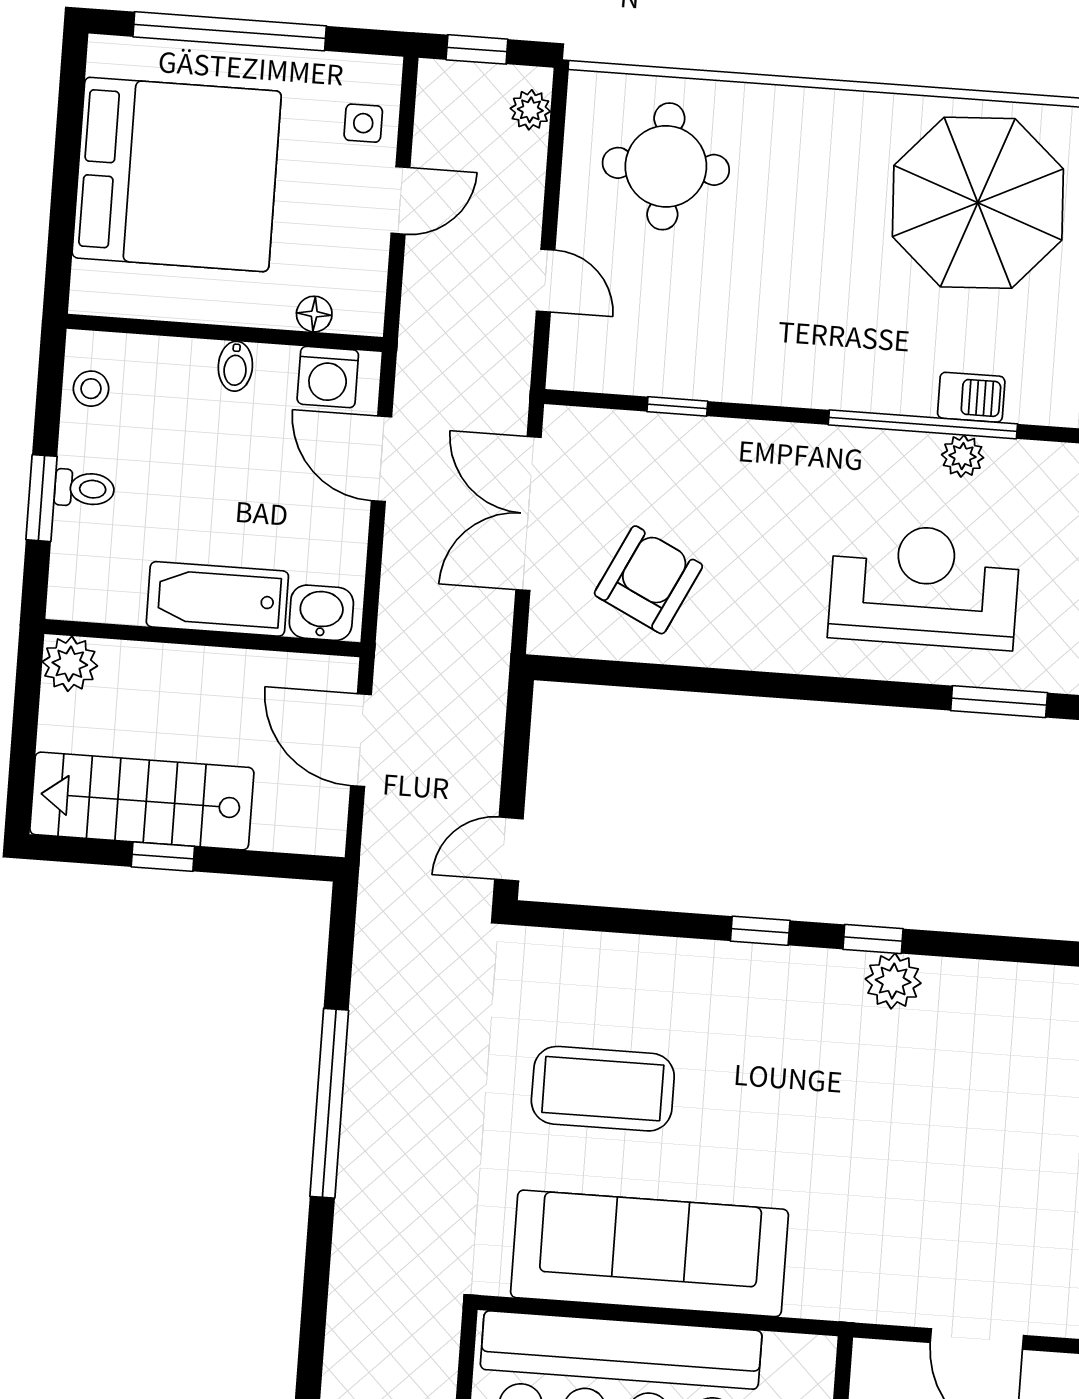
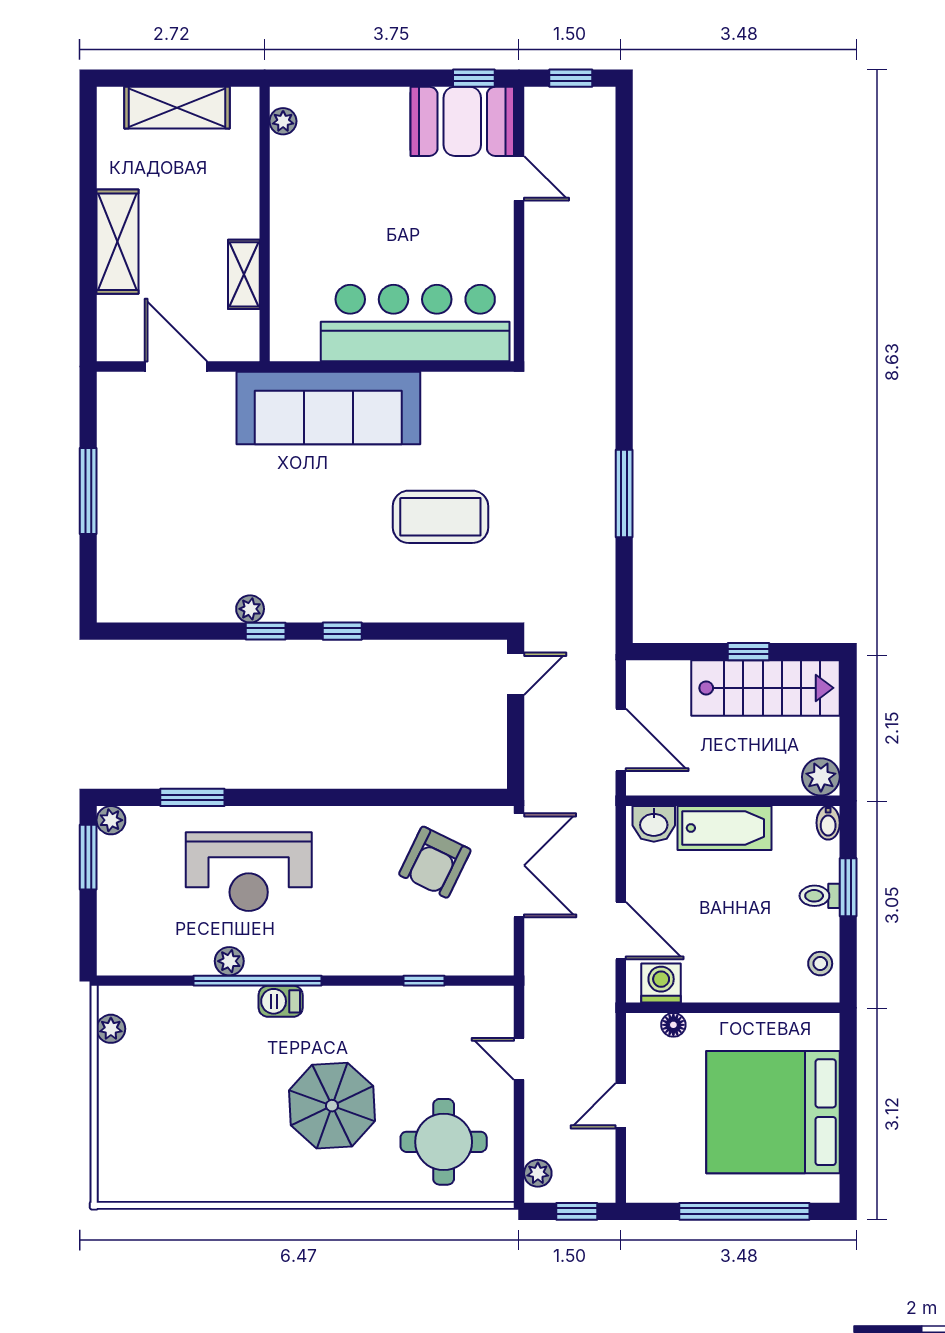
side table: (363, 123) -> (650, 1156), removed
parasol: (978, 203) -> (332, 1106), moved, width x0.73, depth x0.73
bidet: (235, 366) -> (828, 823), moved, turned 180
barbecue: (971, 397) -> (281, 1001), moved
double door: (528, 514) -> (519, 865), moved
plant: (893, 981) -> (250, 609), width x0.73, depth x0.73
window: (329, 1103) -> (624, 493), width x0.68
sofa: (649, 1253) -> (328, 408), moved

